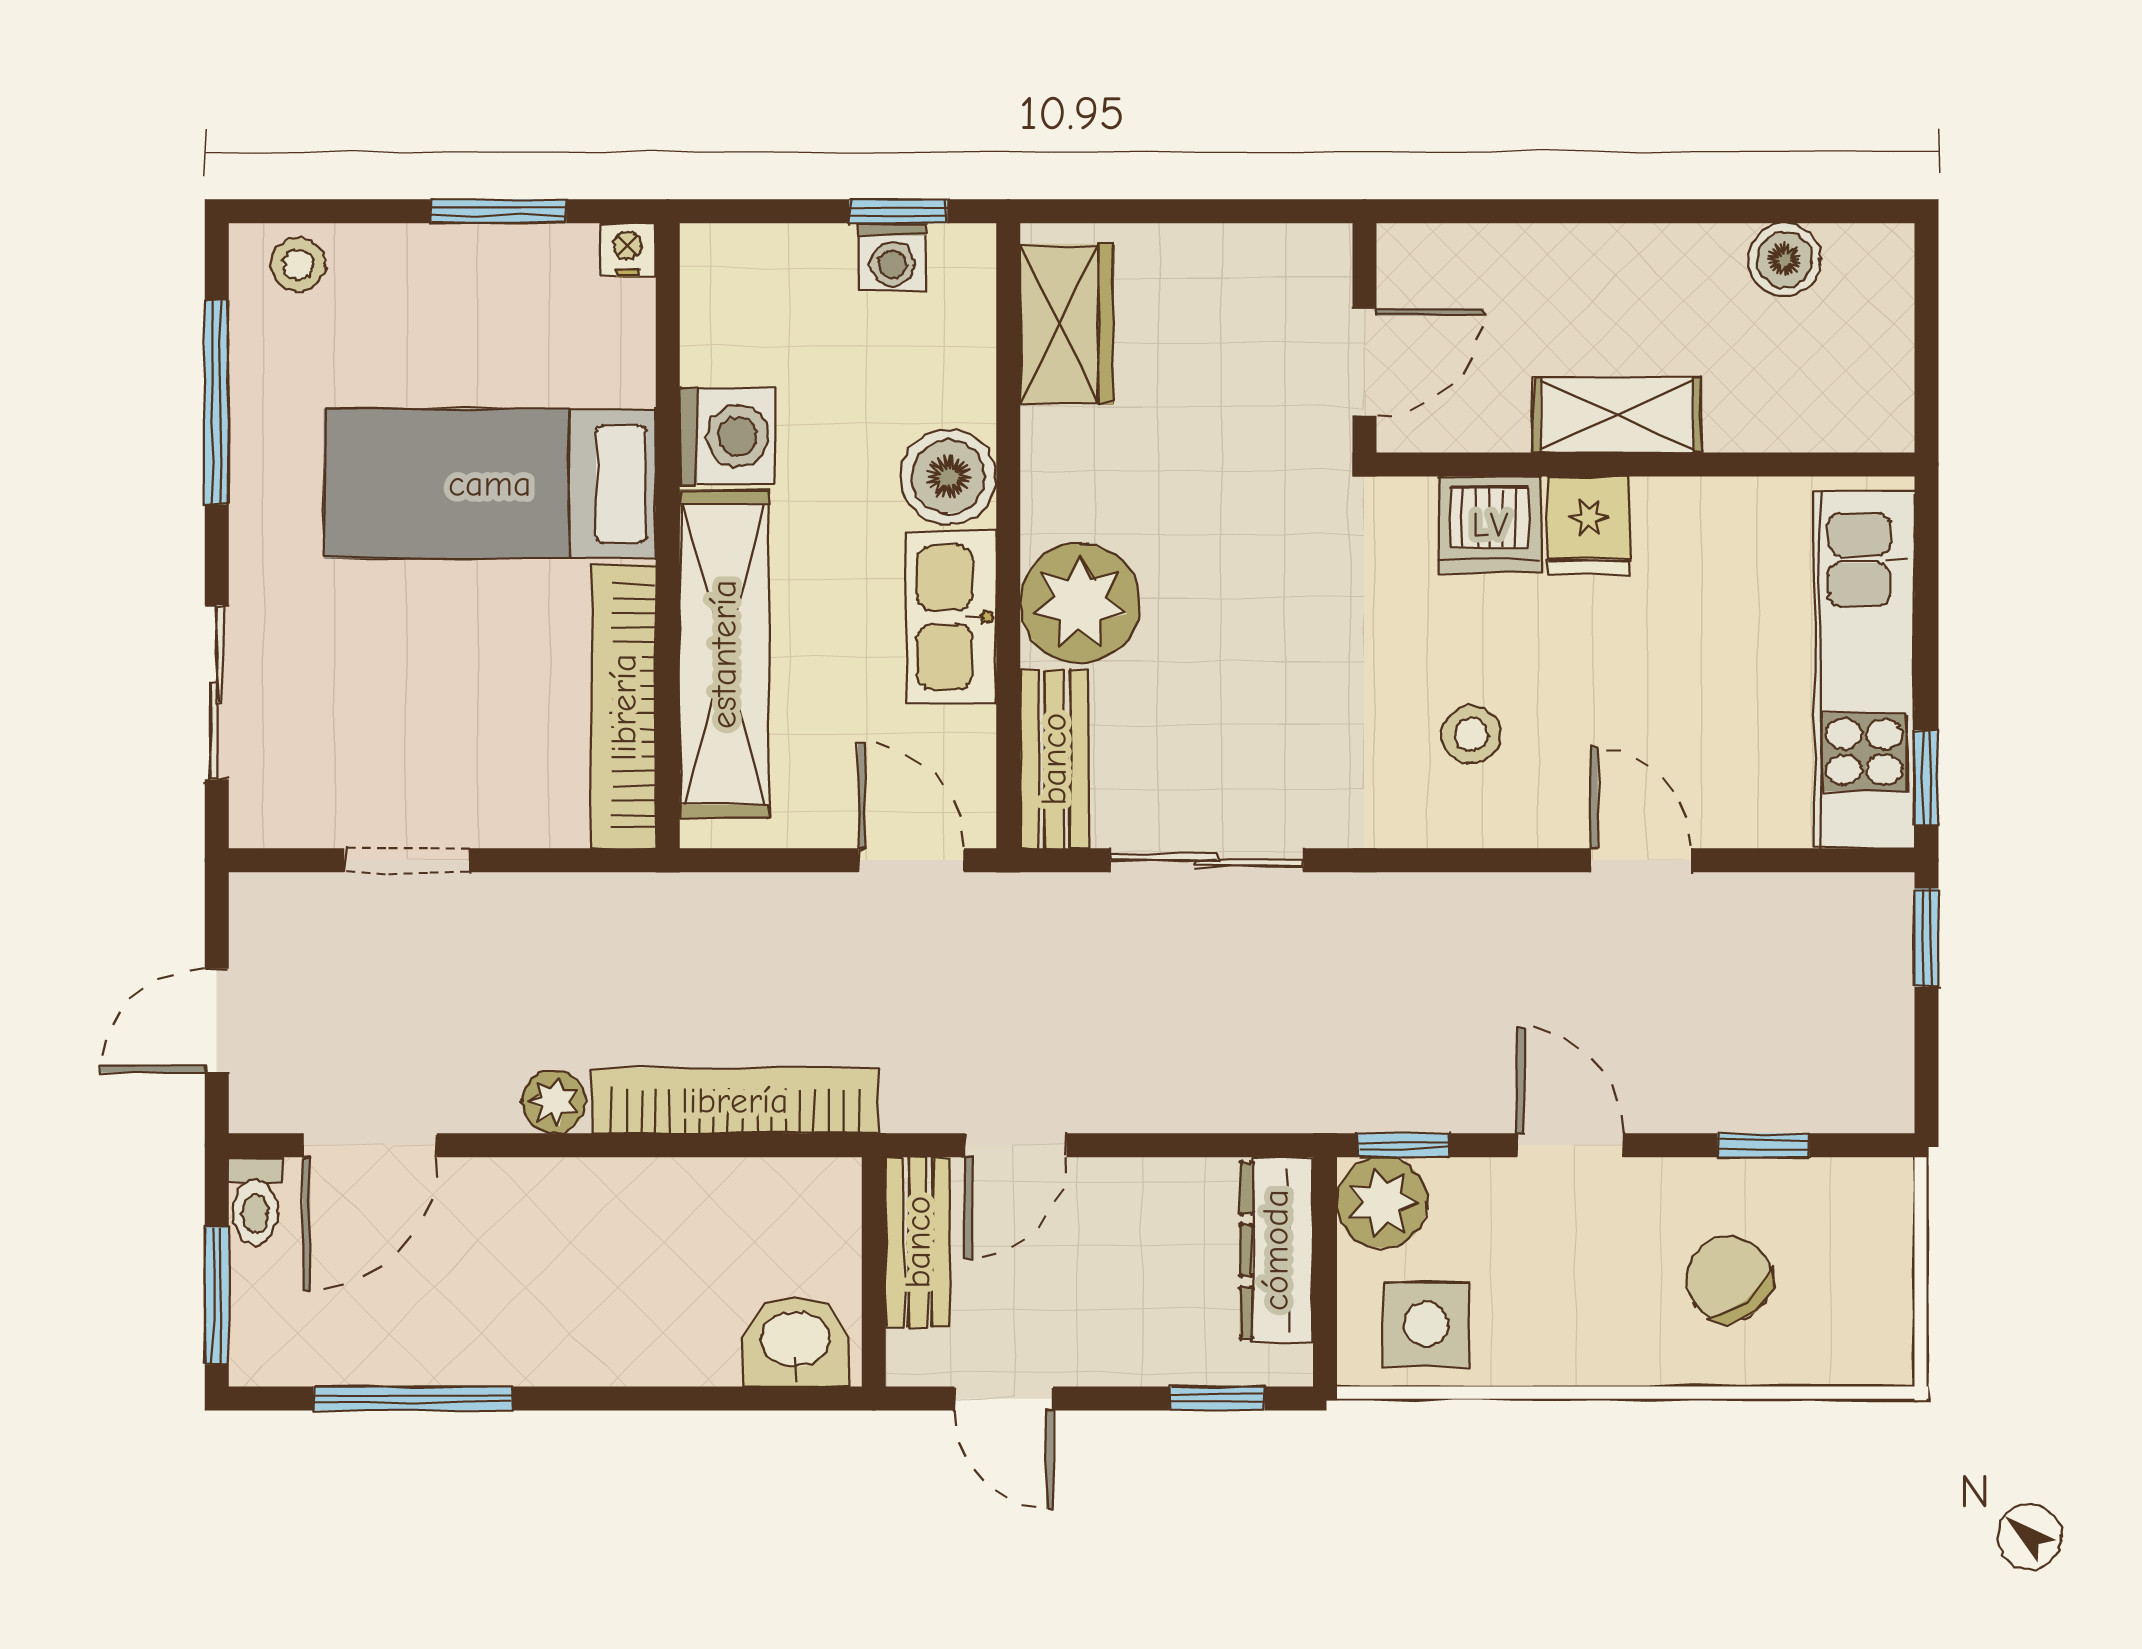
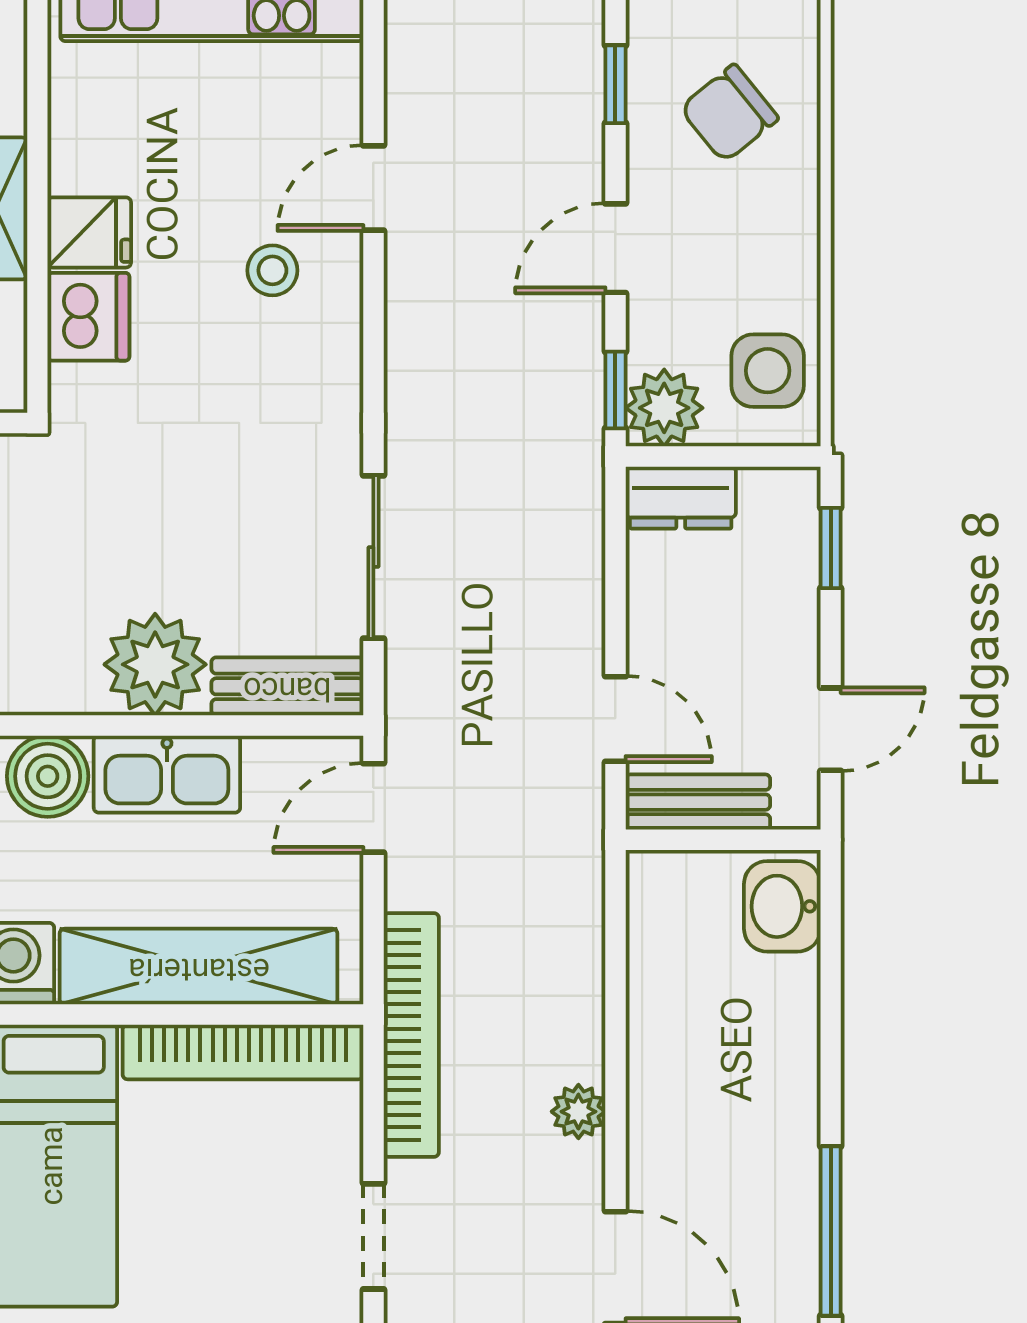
stool: (1471, 734) -> (272, 270), moved
bookcase: (735, 1101) -> (411, 1035), moved, turned 180
dresser: (1276, 1250) -> (681, 498), width x0.70

